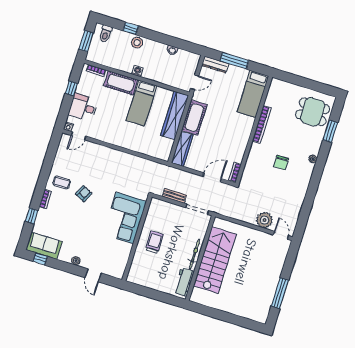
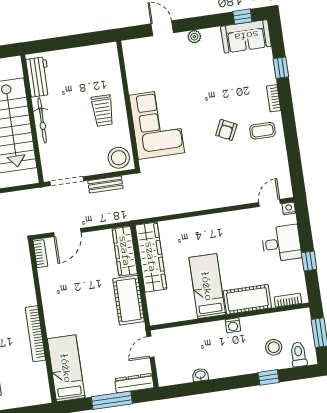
stool: (137, 43) -> (274, 347), moved
wardrobe: (175, 115) -> (151, 257), moved
stool: (158, 208) -> (119, 158), added

